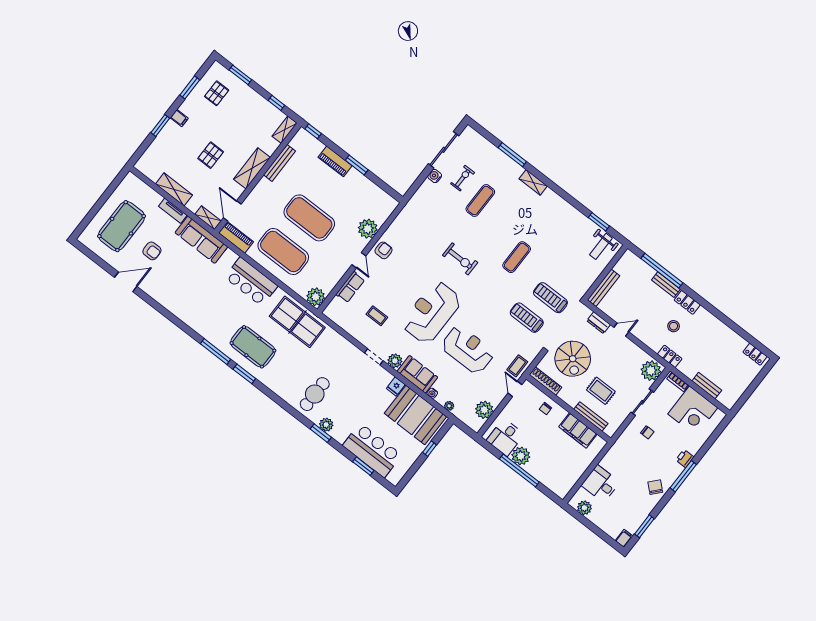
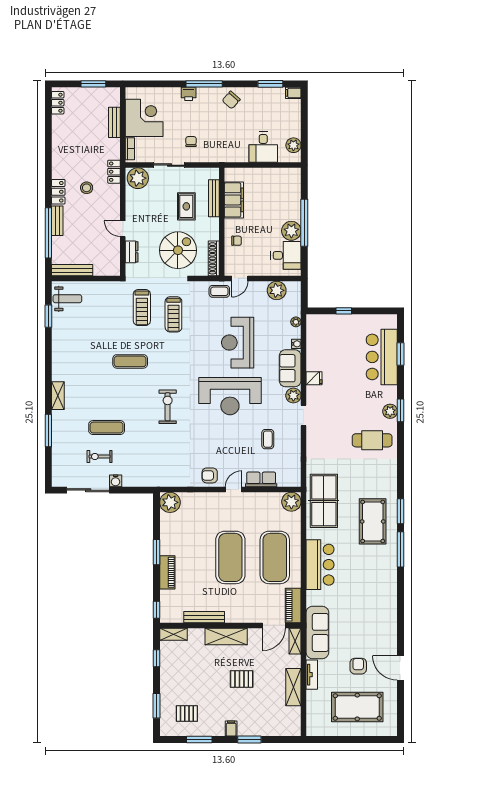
plant: (368, 229) -> (170, 502), moved
bench: (604, 288) -> (72, 270), moved
window: (748, 392) -> (93, 84), added
booth: (415, 415) -> (325, 344), removed

